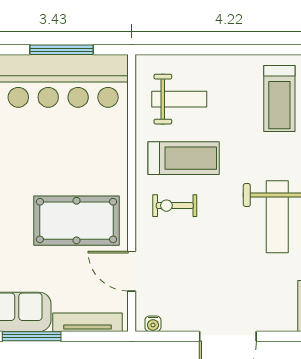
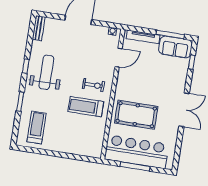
weight bench: (179, 99) -> (83, 135), removed
pool table: (76, 221) -> (136, 115), moved
door: (132, 271) -> (119, 58), hinge flipped

